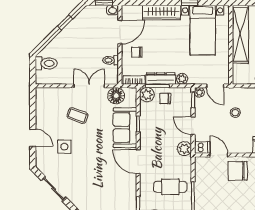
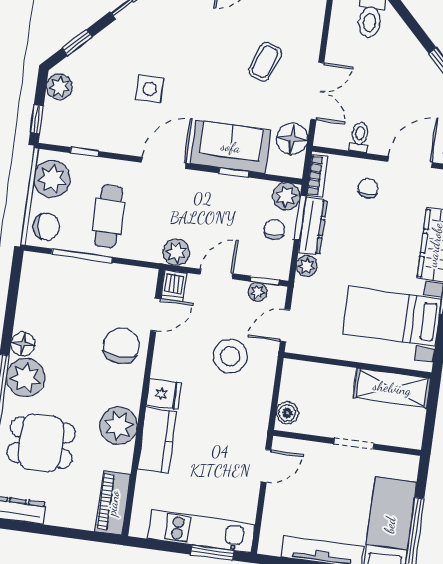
door: (120, 32) -> (410, 162), swing flipped
shelving: (240, 34) -> (392, 388), width x0.68
plant: (199, 92) -> (257, 292), moved
stool: (235, 113) -> (230, 356), width x1.89, depth x1.89
side table: (64, 147) -> (150, 89), moved

